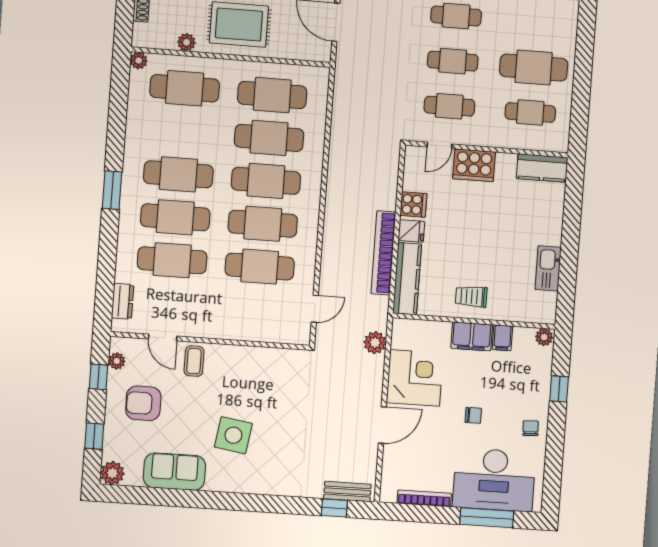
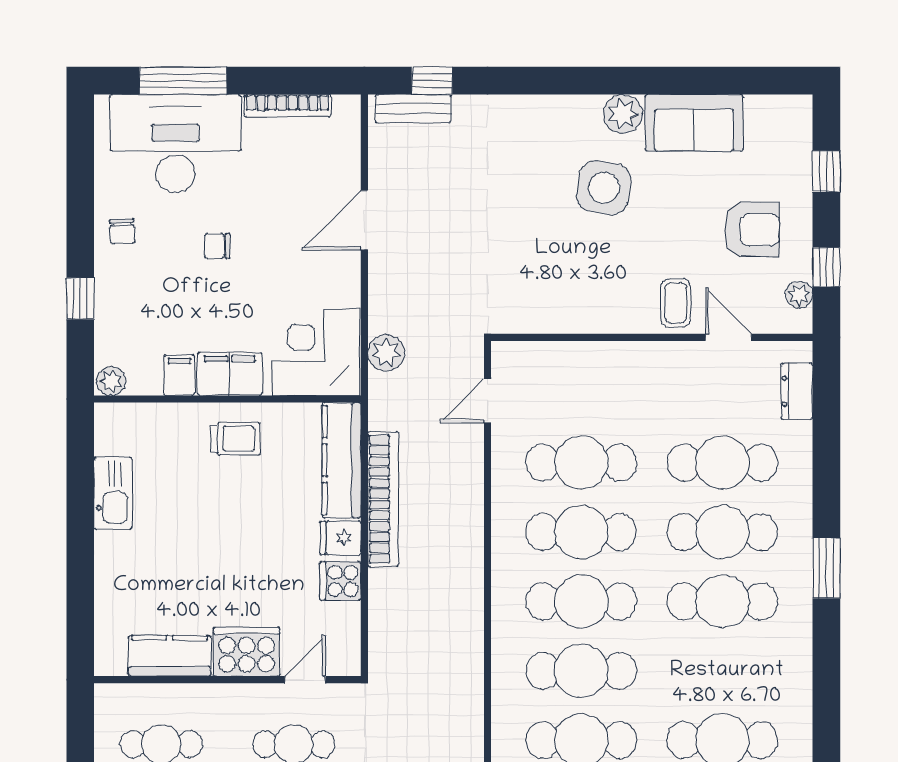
kitchen counter: (542, 168) -> (170, 656), moved
corner desk: (415, 378) -> (316, 352), moved, turned 90
plant: (112, 473) -> (623, 114), moved

